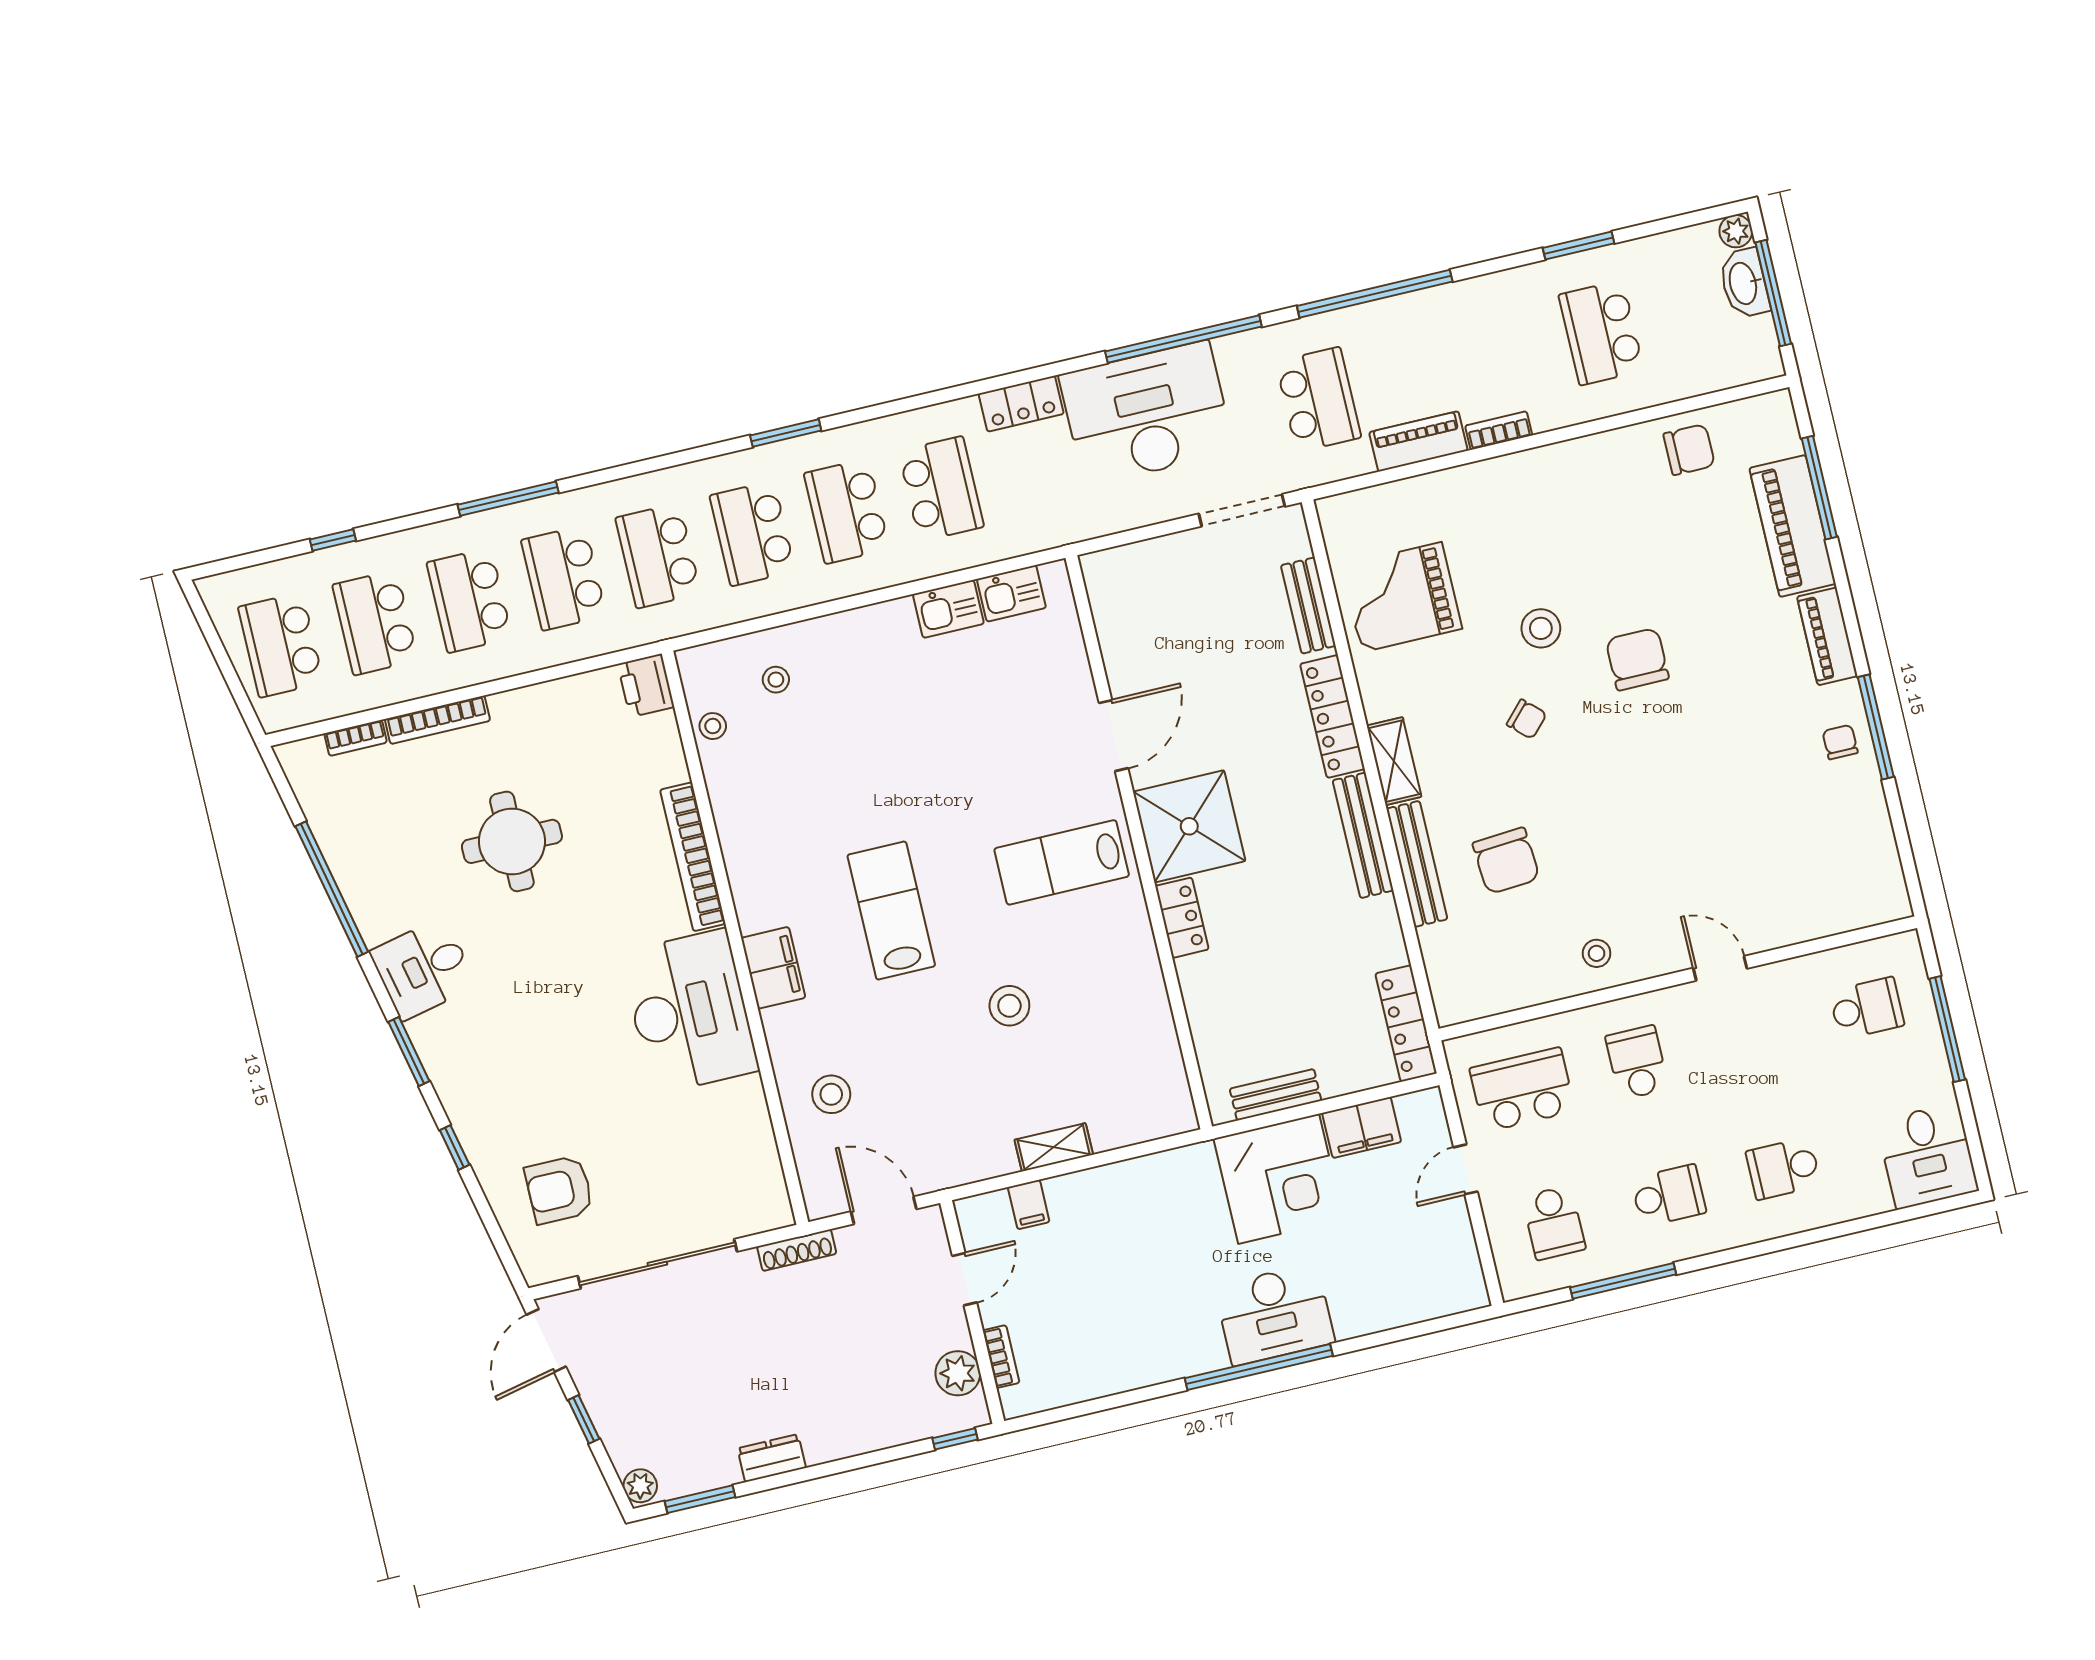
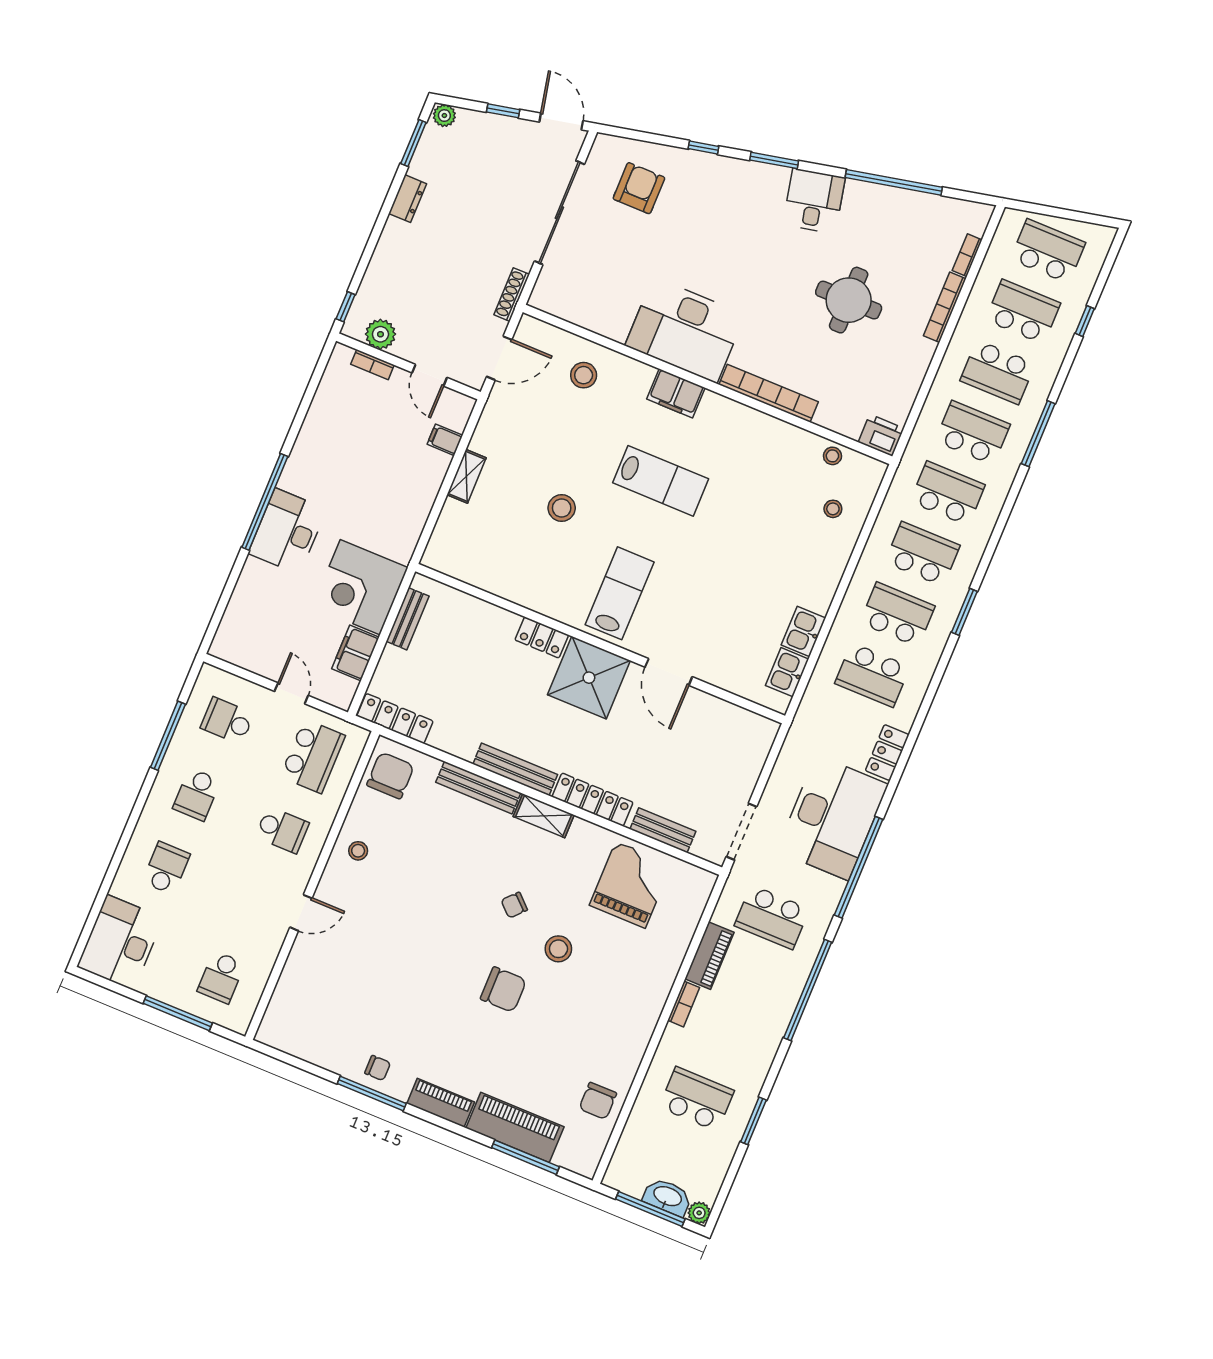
school desk: (469, 600) -> (998, 372), turned 180
chair: (1506, 861) -> (390, 775), moved, turned 94
desk: (1927, 1156) -> (120, 942), width x1.37

